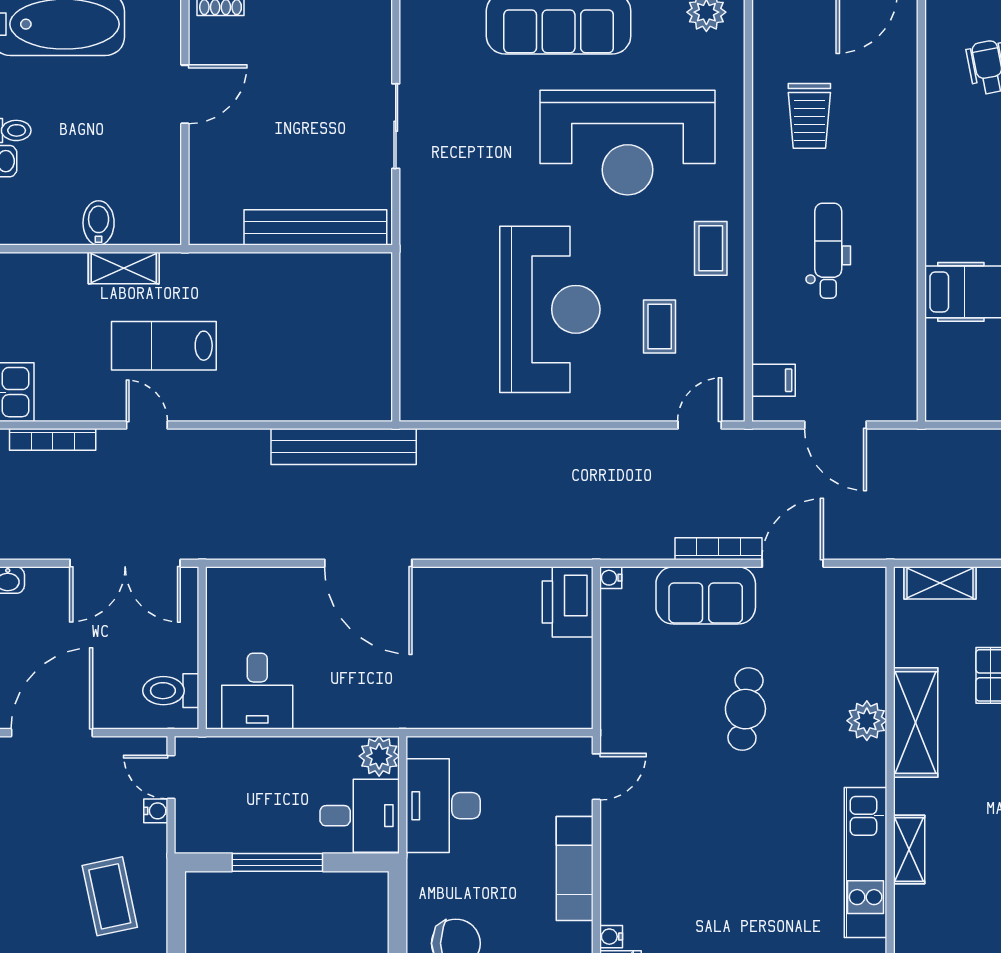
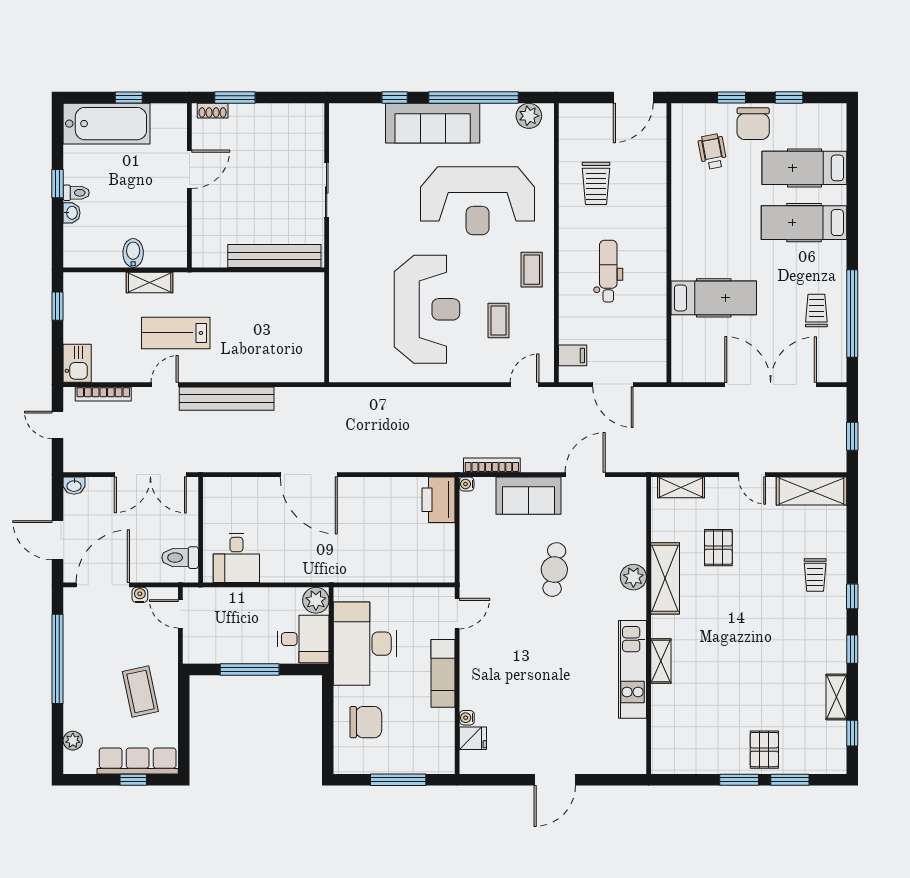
door: (147, 425) -> (165, 385), hinge flipped
bench: (344, 446) -> (227, 399), moved
bookcase: (718, 549) -> (492, 465), moved
desk: (443, 806) -> (365, 644), width x1.36, depth x1.30
water cooler: (156, 811) -> (140, 595), moved, turned -90

